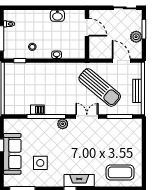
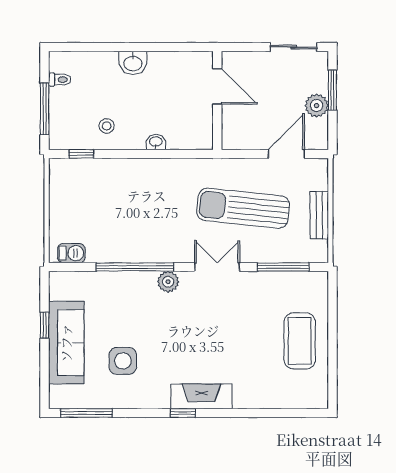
washbasin: (57, 16) -> (133, 63), moved
door: (121, 61) -> (286, 154), hinge flipped
sun lounger: (100, 87) -> (243, 208), turned 146
barbecue: (37, 110) -> (71, 253), moved
coffee table: (120, 172) -> (300, 341), moved, turned 90

